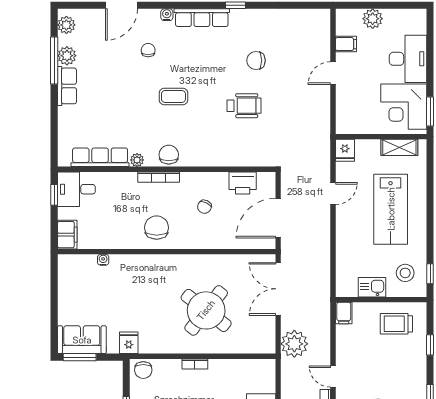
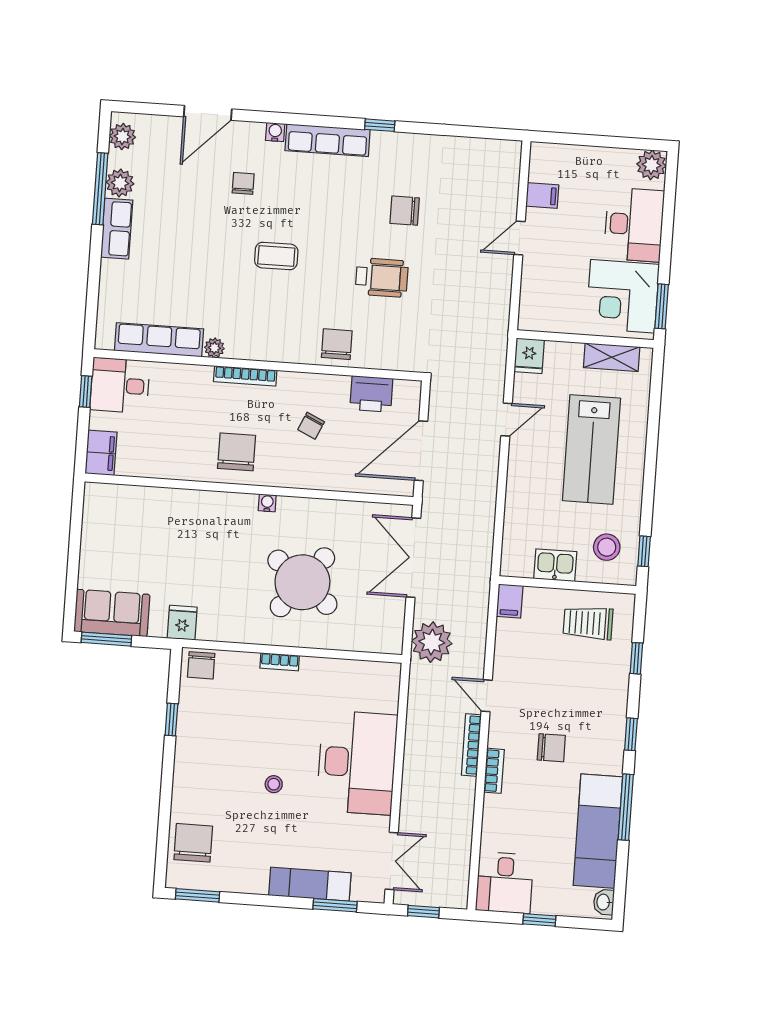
plant: (373, 19) -> (652, 165), moved
chair: (169, 155) -> (337, 344), moved
water cooler: (103, 260) -> (267, 503), moved

